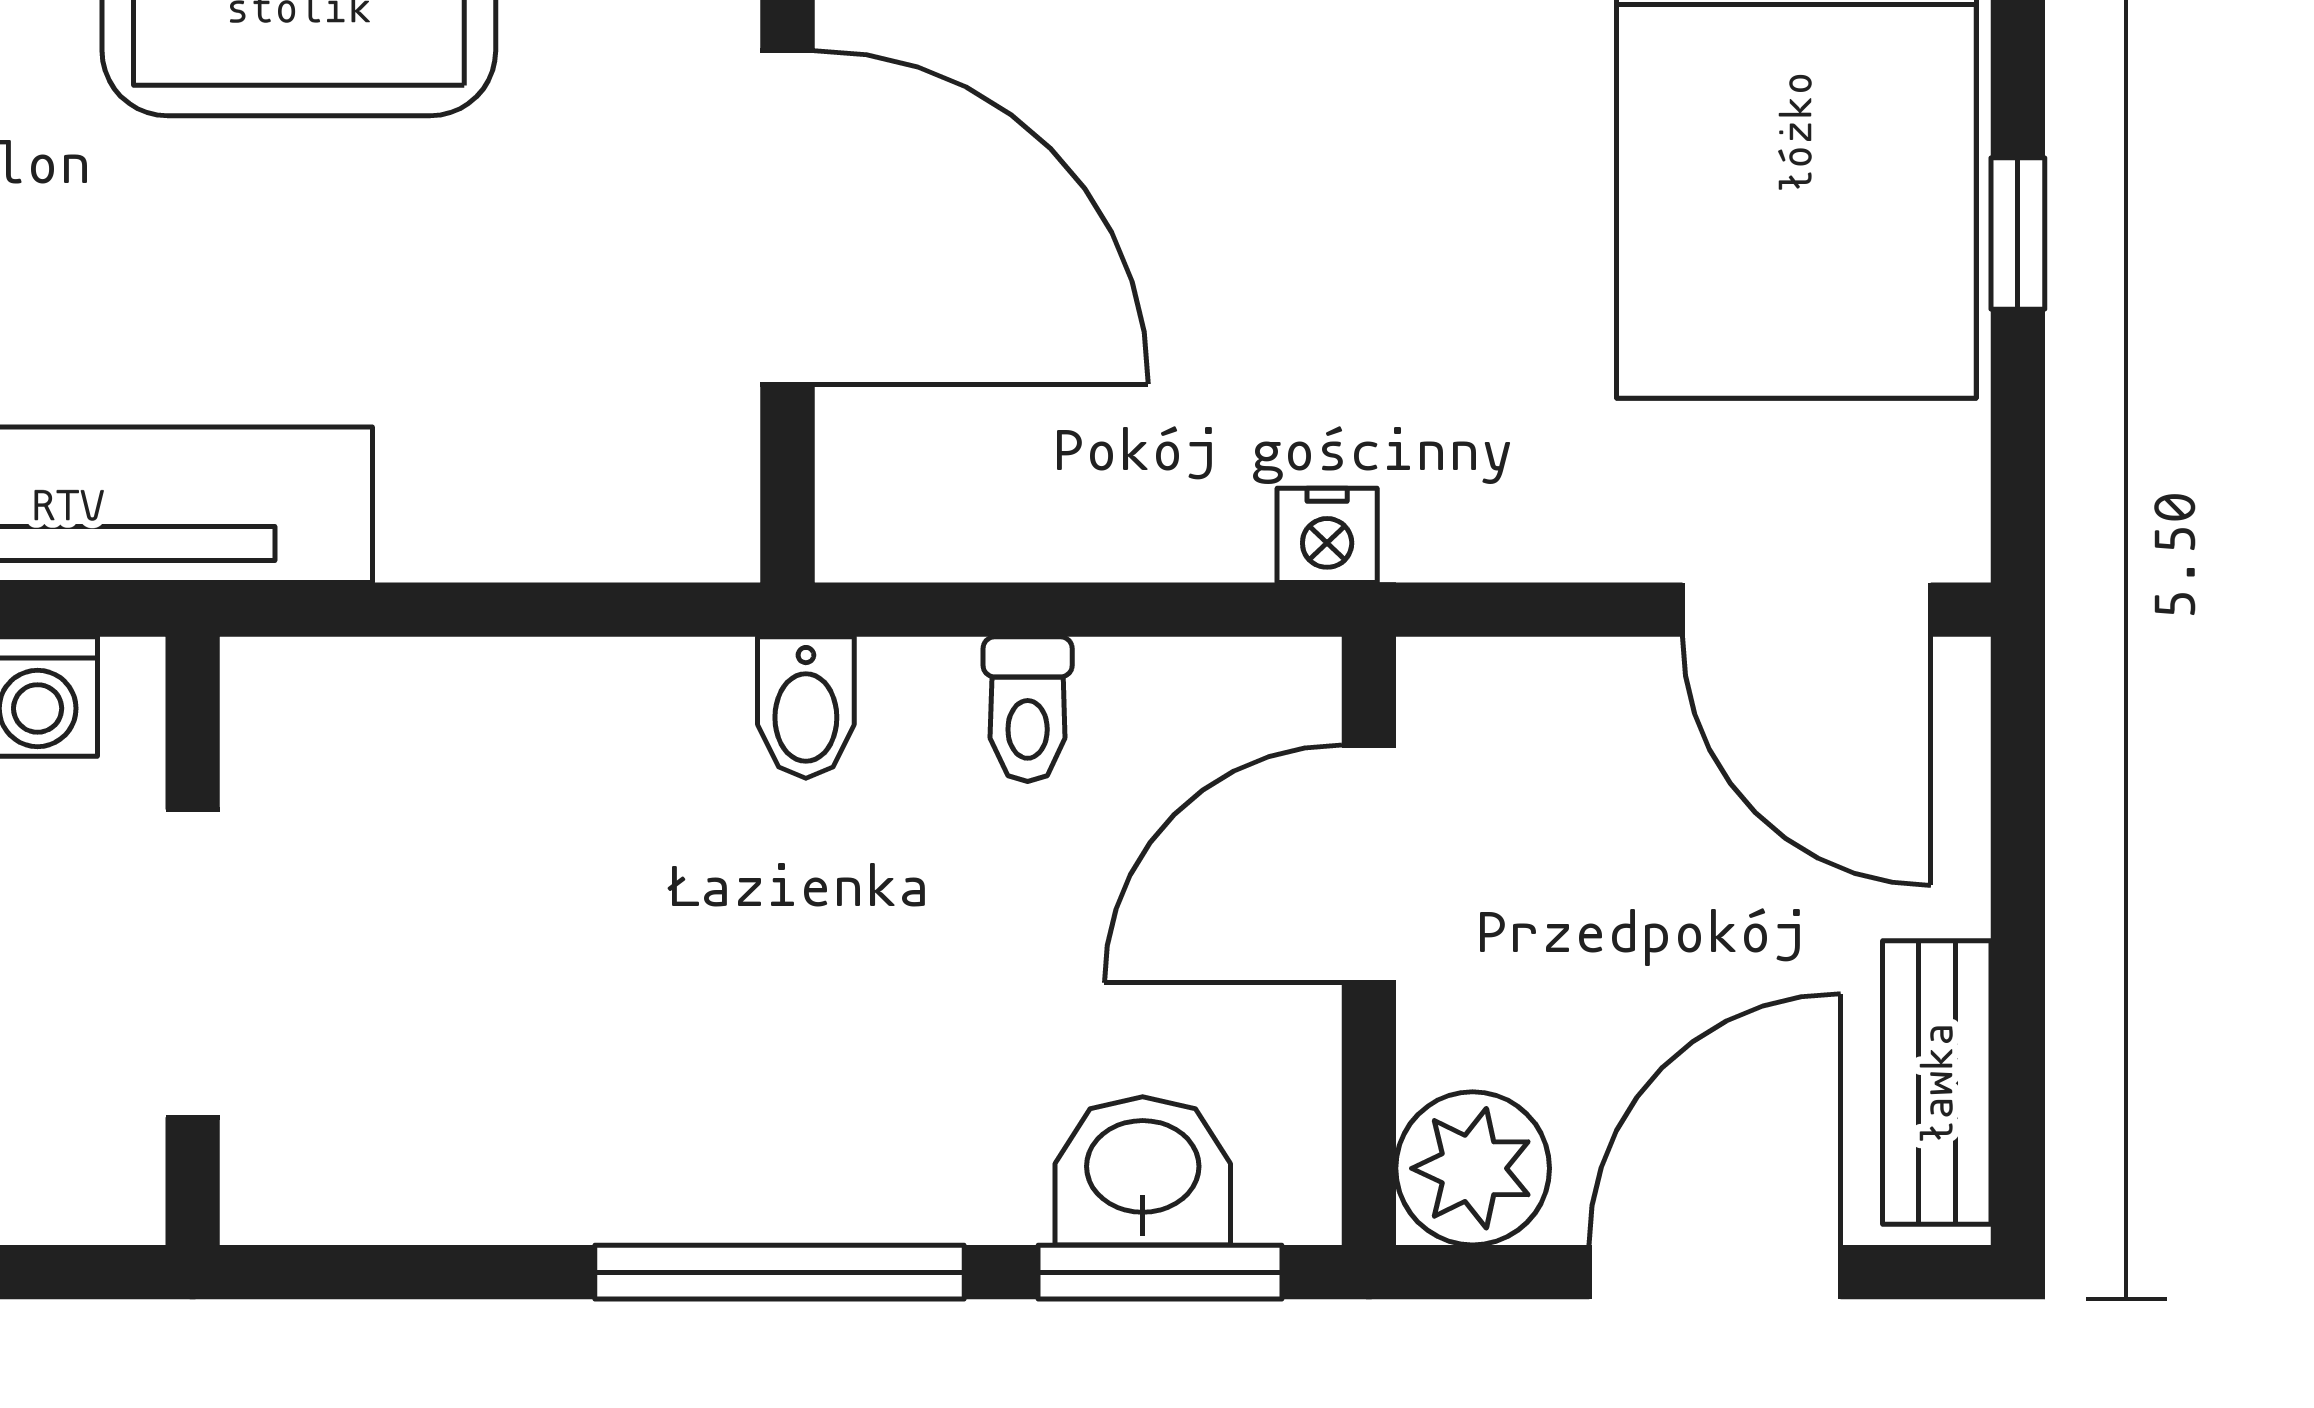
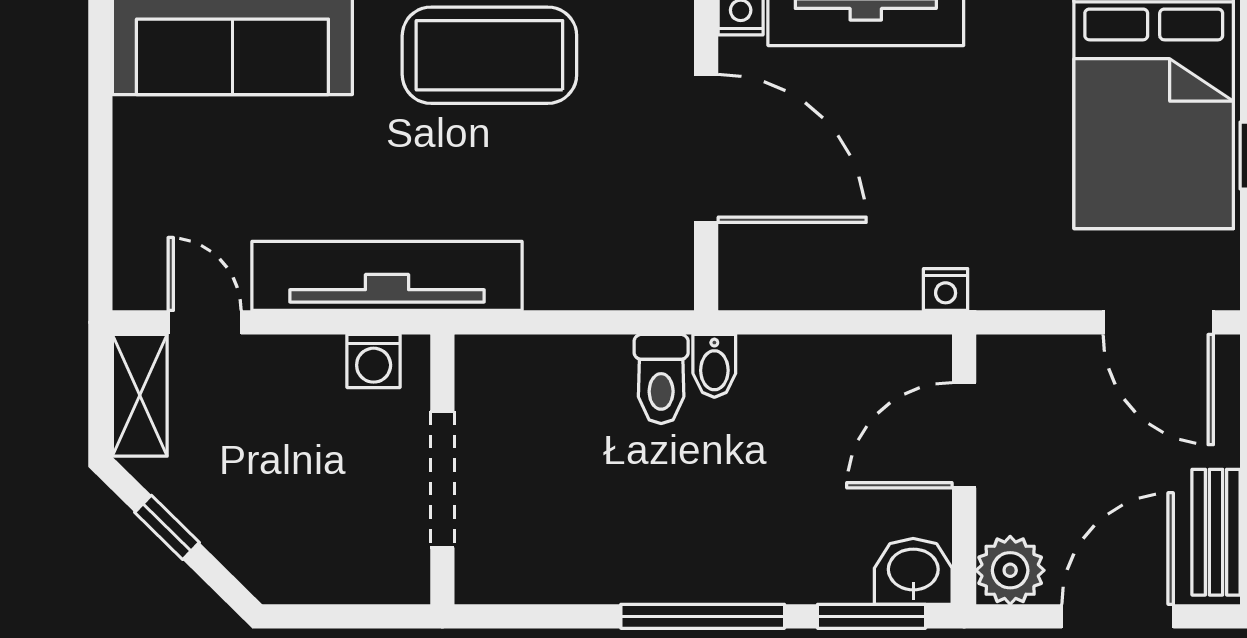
toilet: (1028, 709) -> (661, 379), moved, width x1.37, depth x1.39
washbasin: (1143, 1171) -> (913, 571), moved

